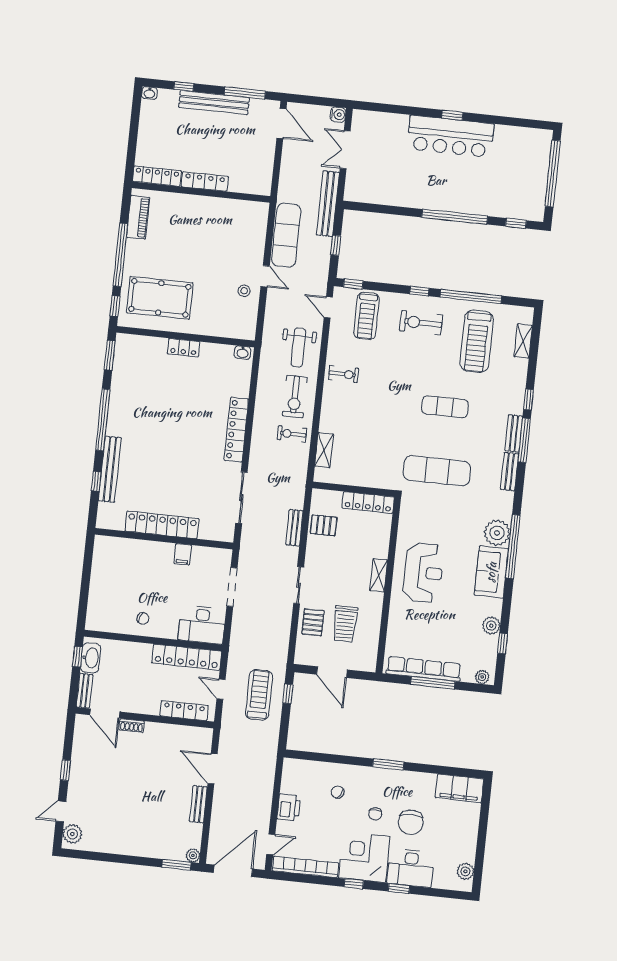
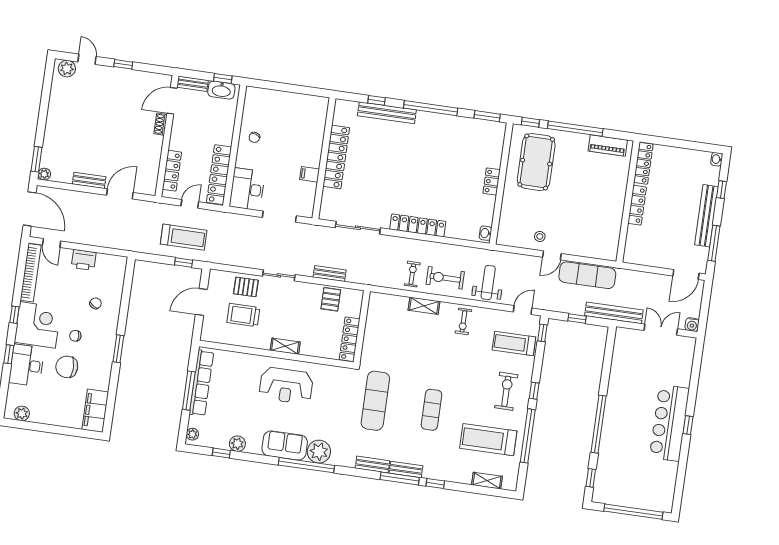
weight bench: (298, 347) -> (488, 283), turned 90
shelving: (324, 450) -> (424, 306), moved

